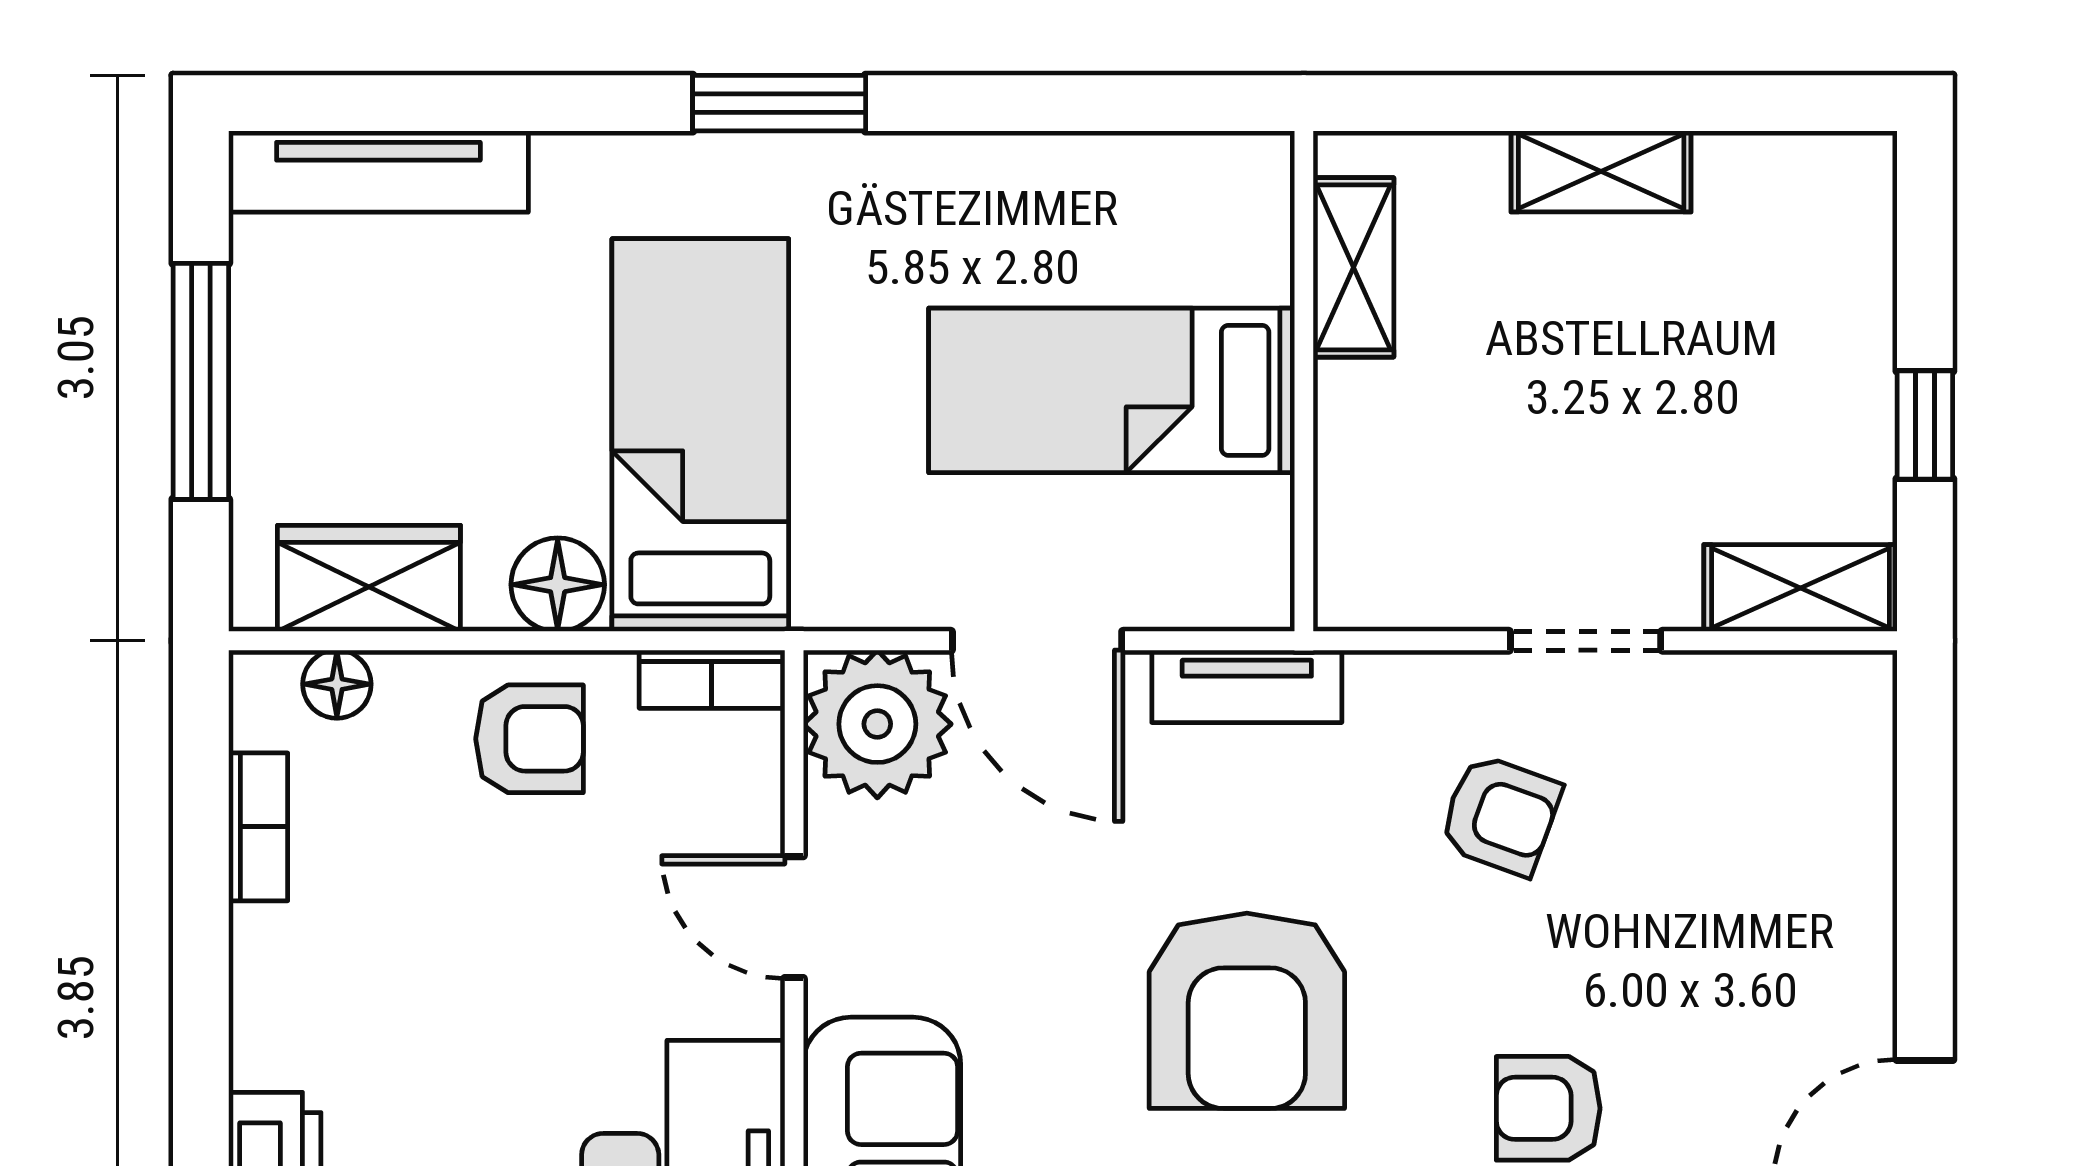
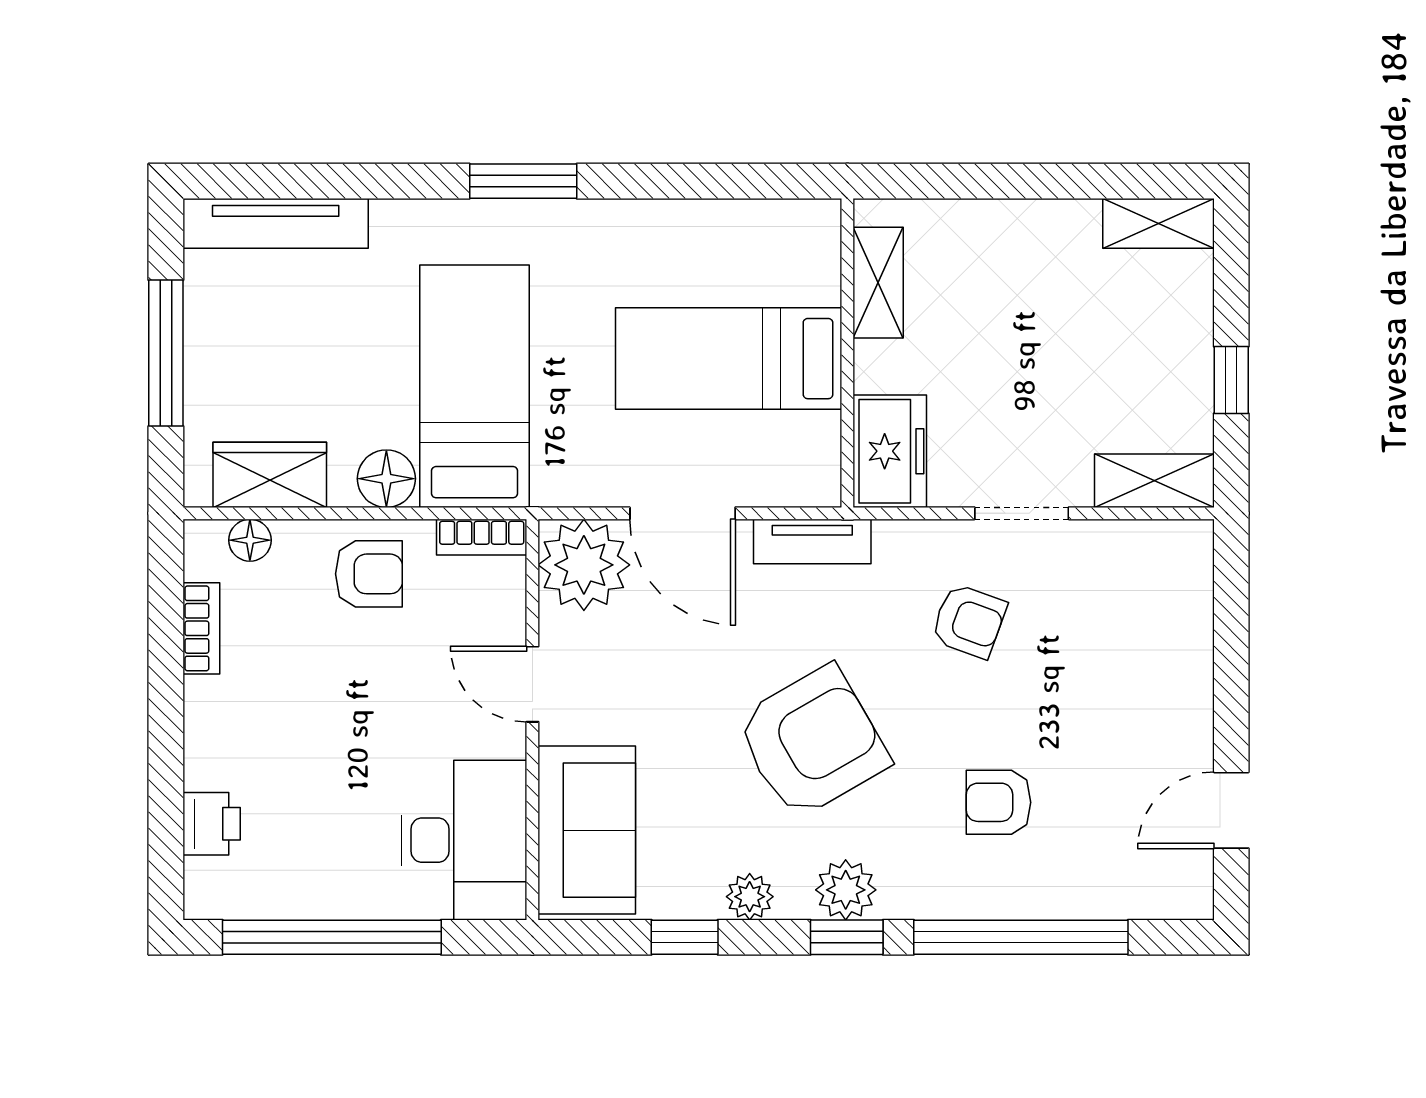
shelving: (1601, 171) -> (1158, 223), moved
freezer: (1372, 540) -> (890, 451), added
armchair: (1247, 1011) -> (812, 742), turned -120

